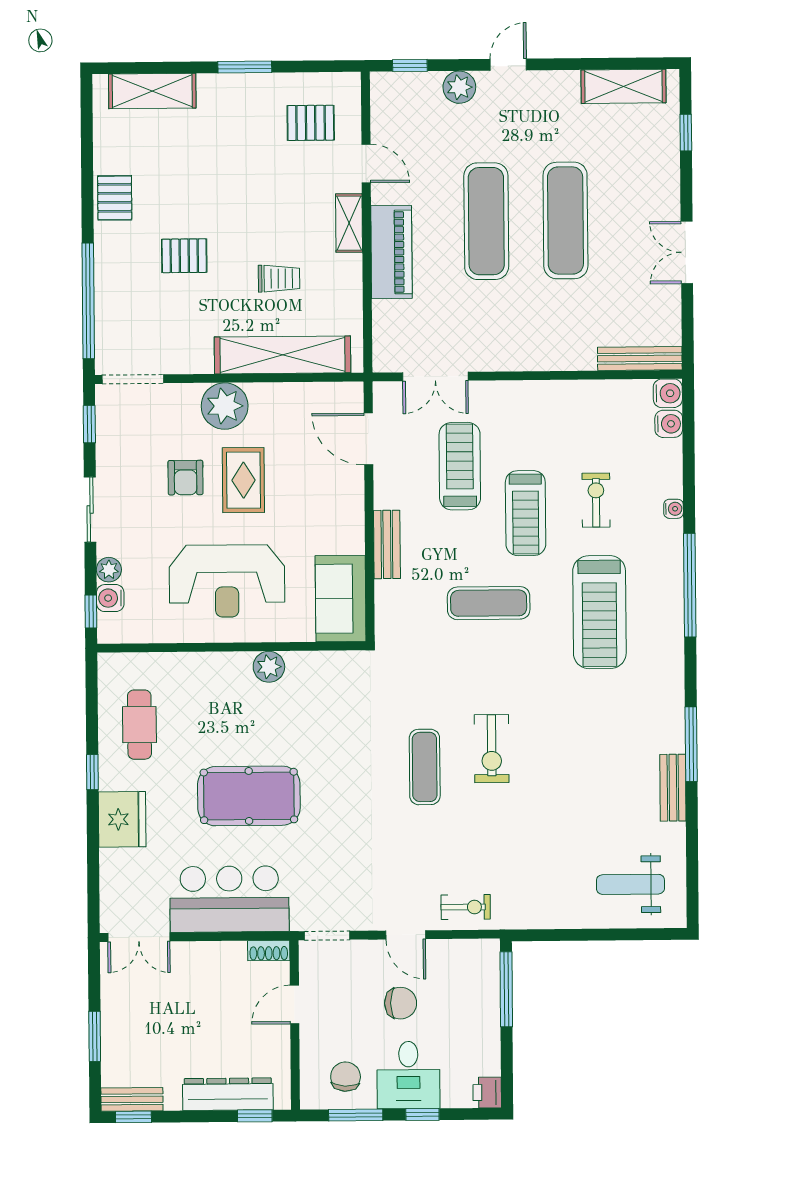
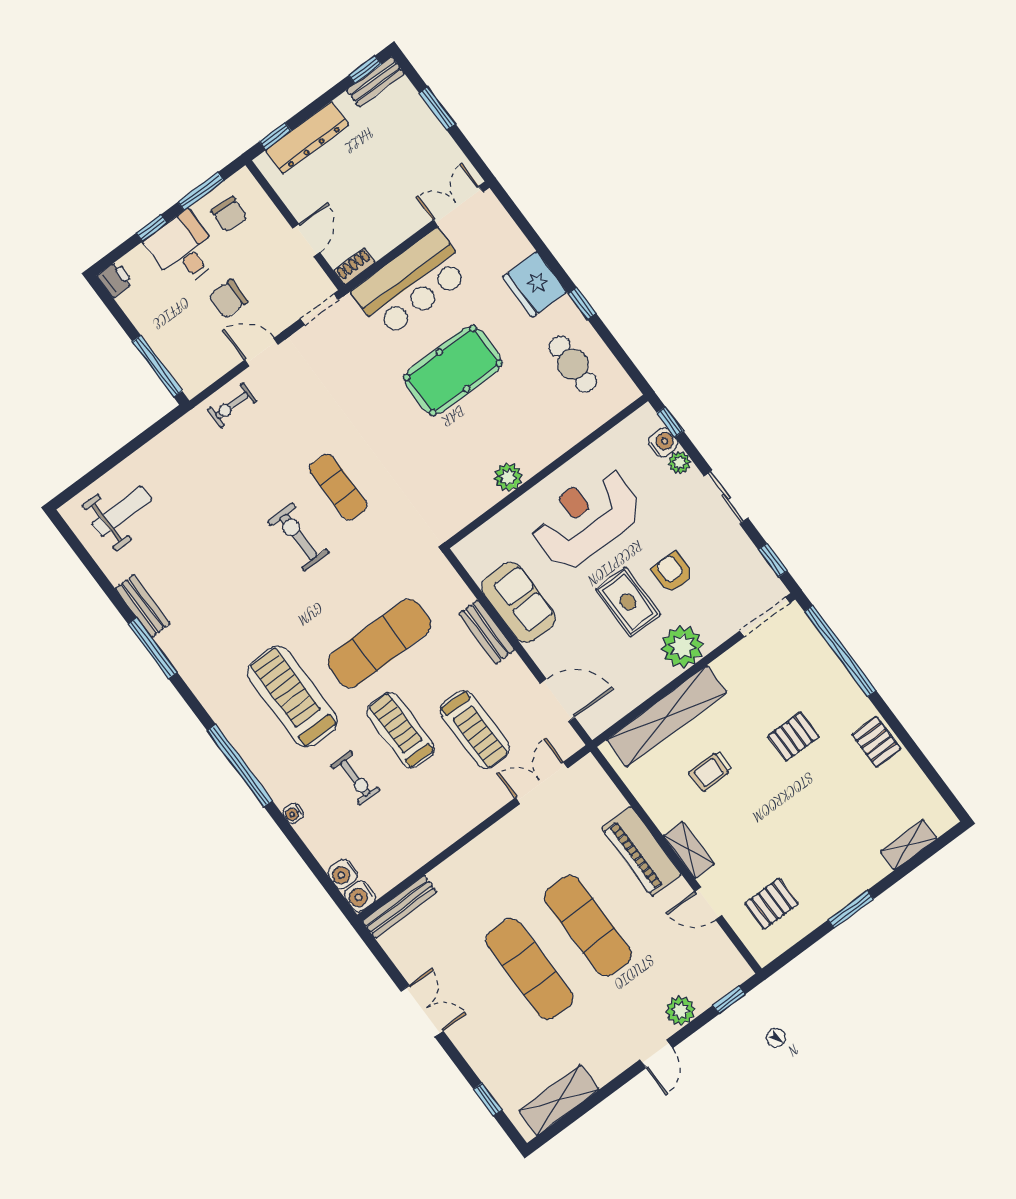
shelving: (152, 91) -> (909, 845), width x0.67, depth x0.75
sofa: (341, 599) -> (518, 603), moved
exercise mat: (489, 603) -> (379, 643), width x1.36, depth x1.45

